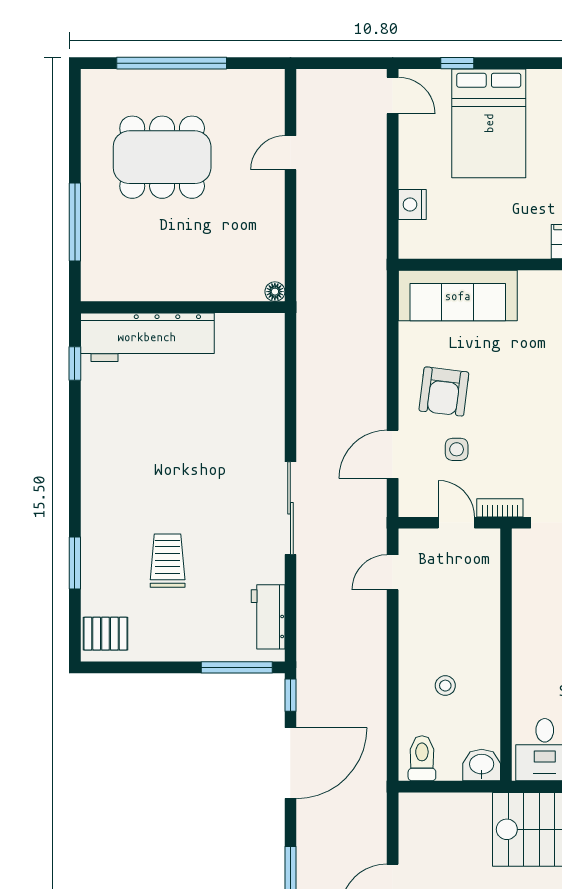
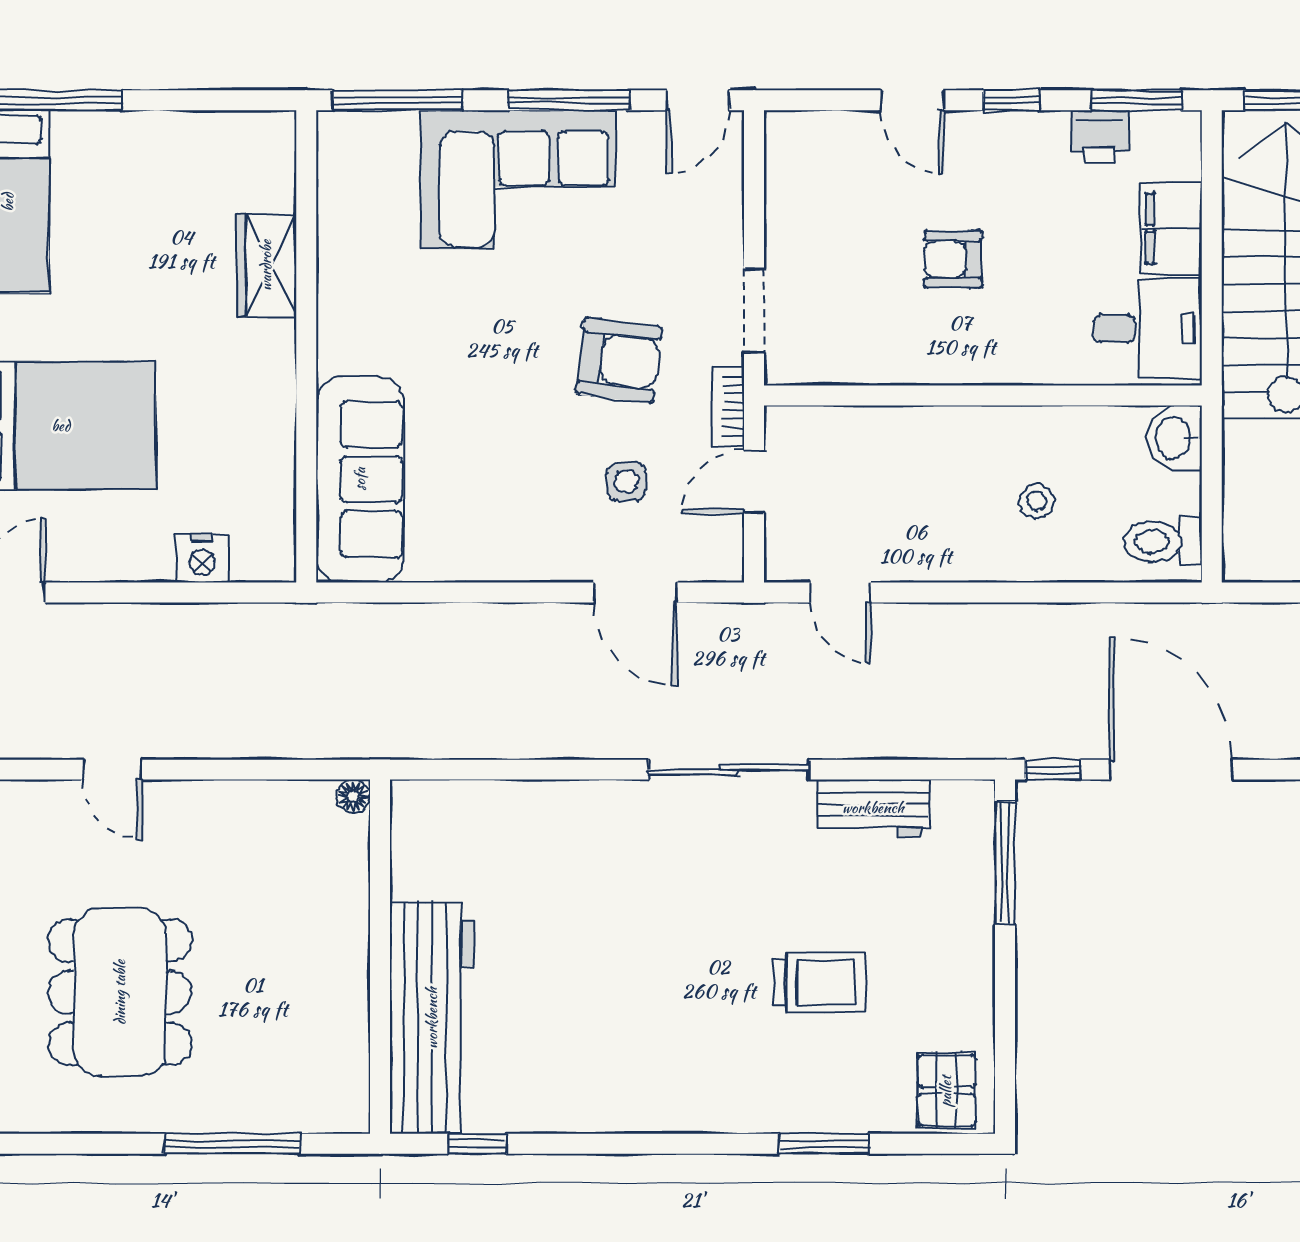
armchair: (444, 392) -> (619, 360), moved
trolley: (168, 561) -> (820, 983), turned 180
workbench: (268, 617) -> (873, 808), moved

